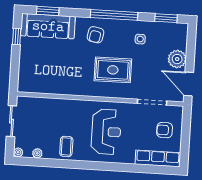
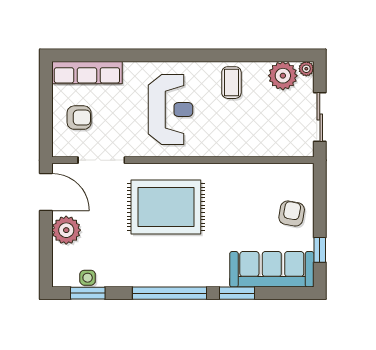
window: (48, 11) -> (237, 293), moved
armchair: (95, 35) -> (292, 213), moved
side table: (140, 39) -> (88, 278), moved
rug: (113, 70) -> (166, 207), width x1.37, depth x1.44
reception desk: (106, 132) -> (170, 110), turned 180
plant: (37, 153) -> (283, 76), width x1.87, depth x1.87

